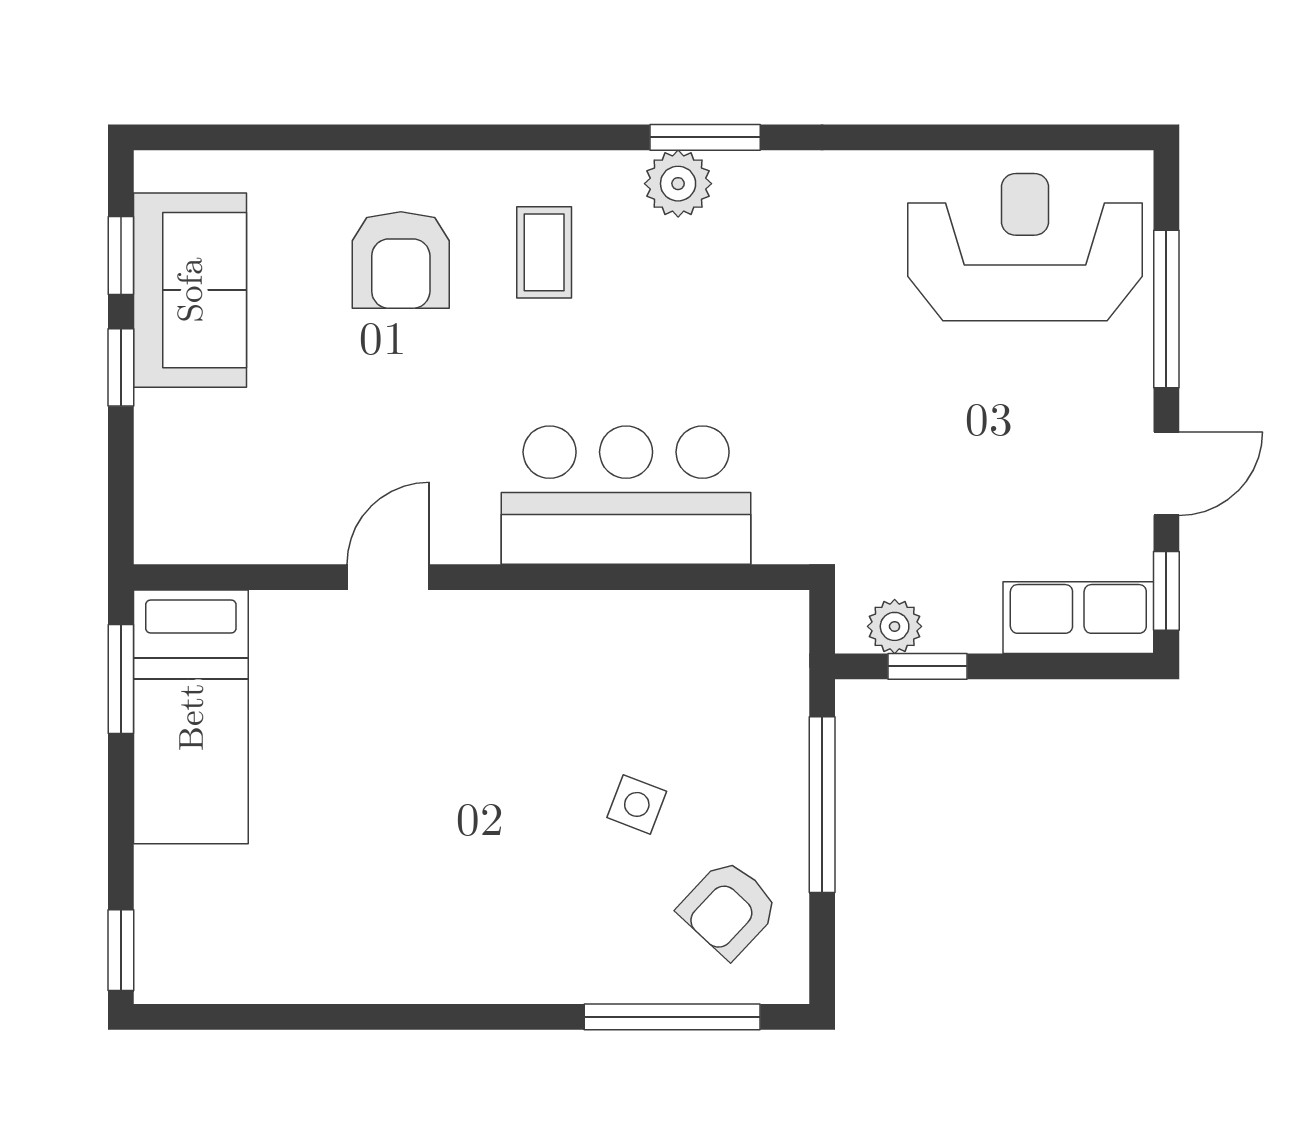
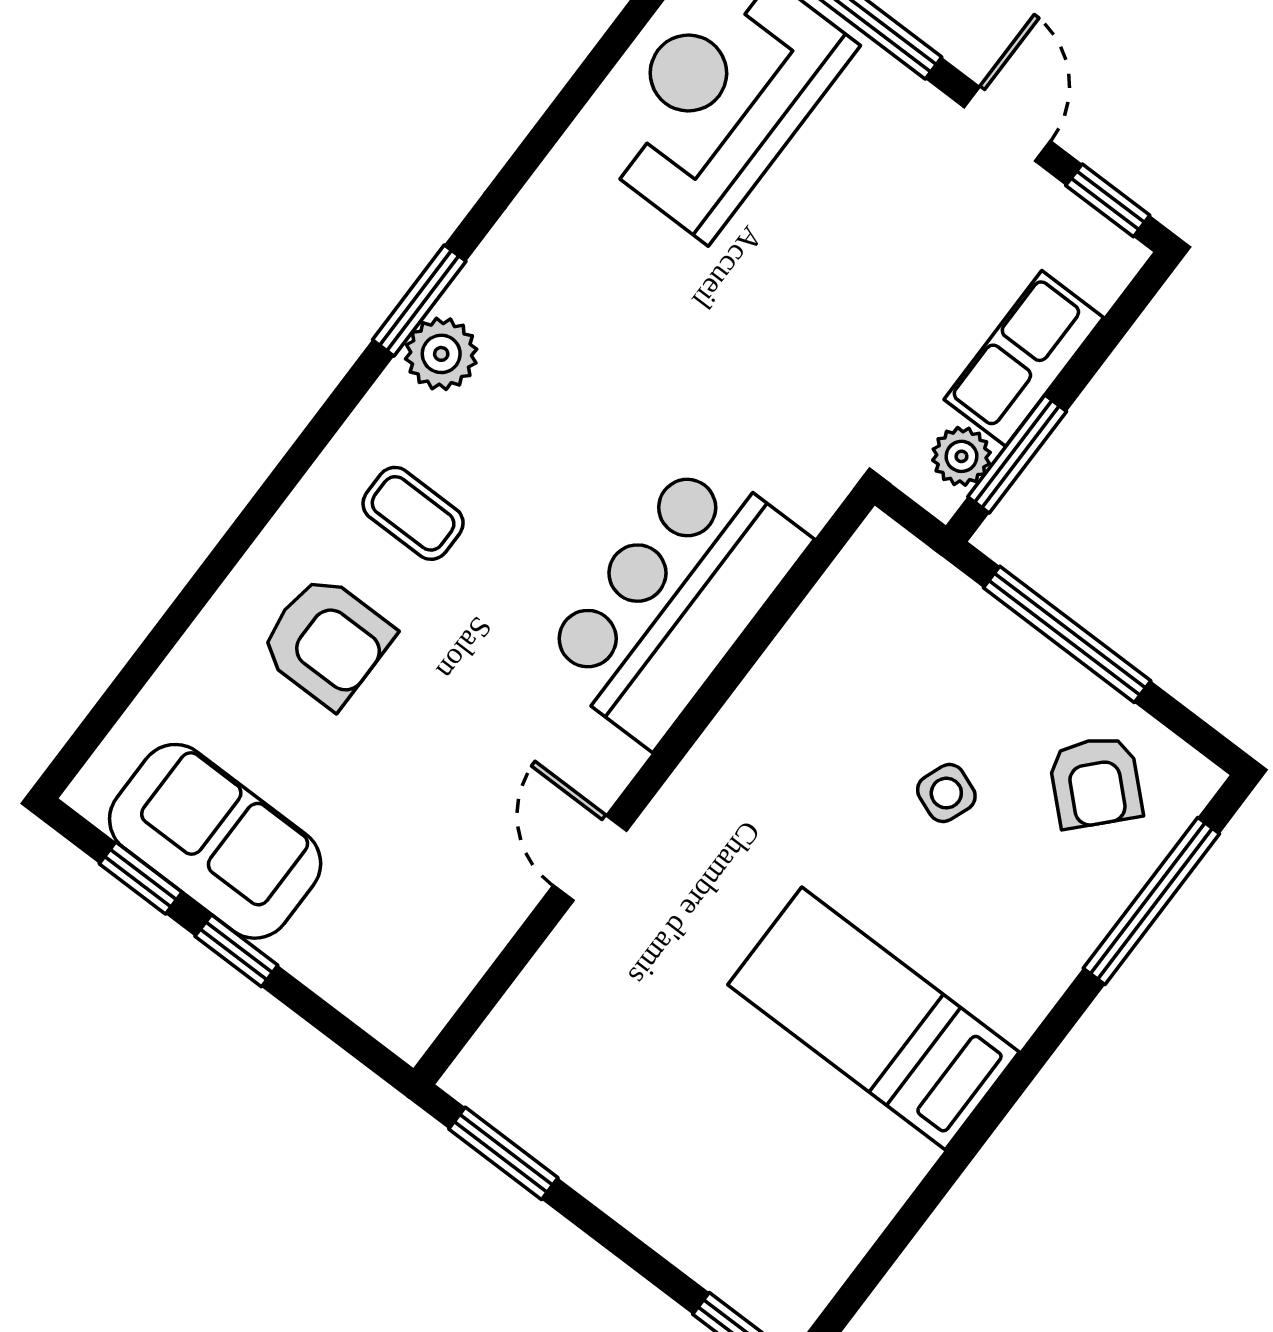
row of seats: (1078, 618) -> (1024, 358), moved
window: (928, 666) -> (1017, 454), width x1.50
bed: (191, 717) -> (874, 1018), moved, turned 180

